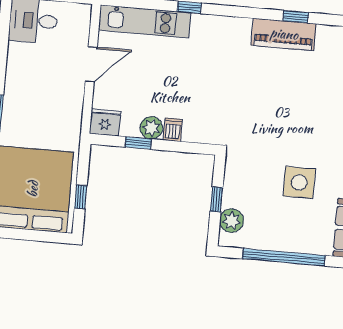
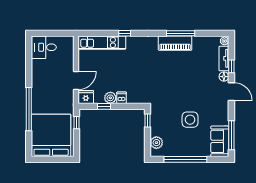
window: (296, 17) -> (181, 33), width x2.17
door: (91, 64) -> (76, 80), moved
window: (81, 197) -> (77, 123), moved
window: (216, 199) -> (148, 120), moved

